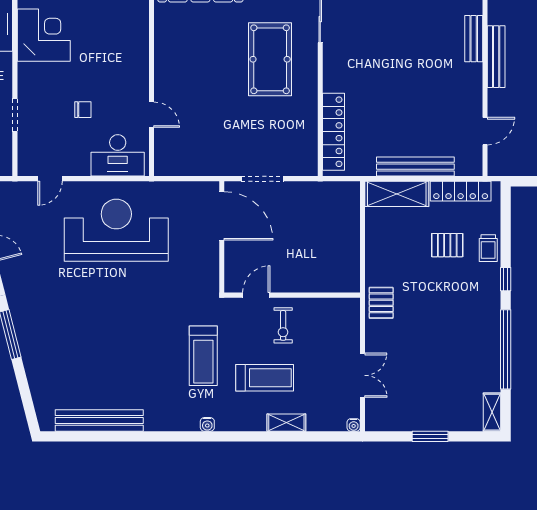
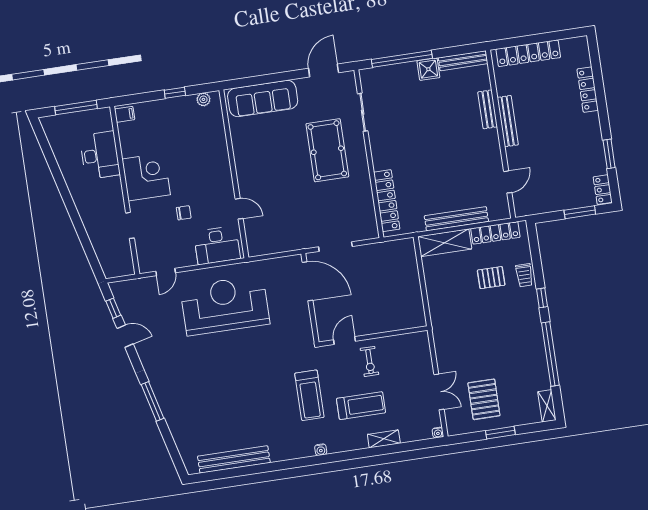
corner desk: (44, 35) -> (146, 177), moved
pallet: (381, 303) -> (484, 399), moved, width x1.50, depth x1.42

